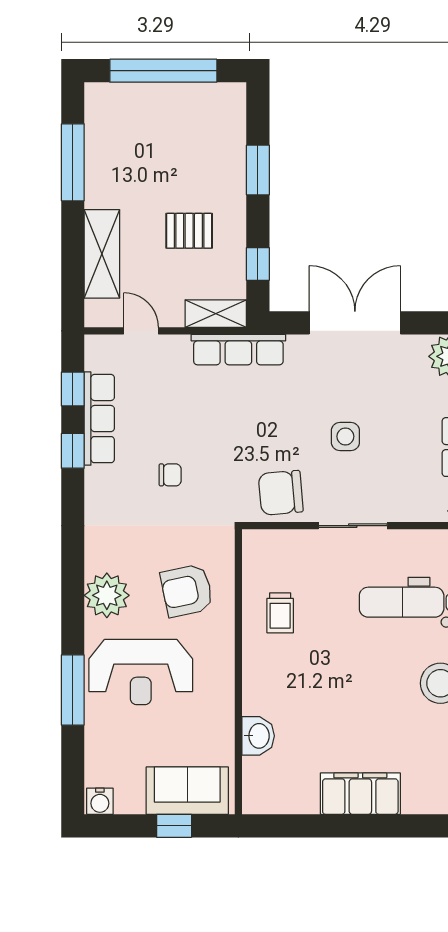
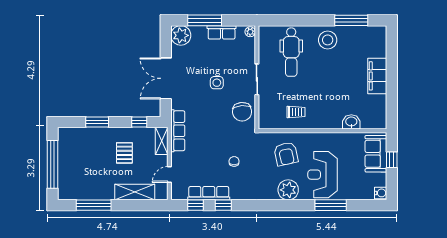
reception desk: (141, 672) -> (323, 175), turned 180

